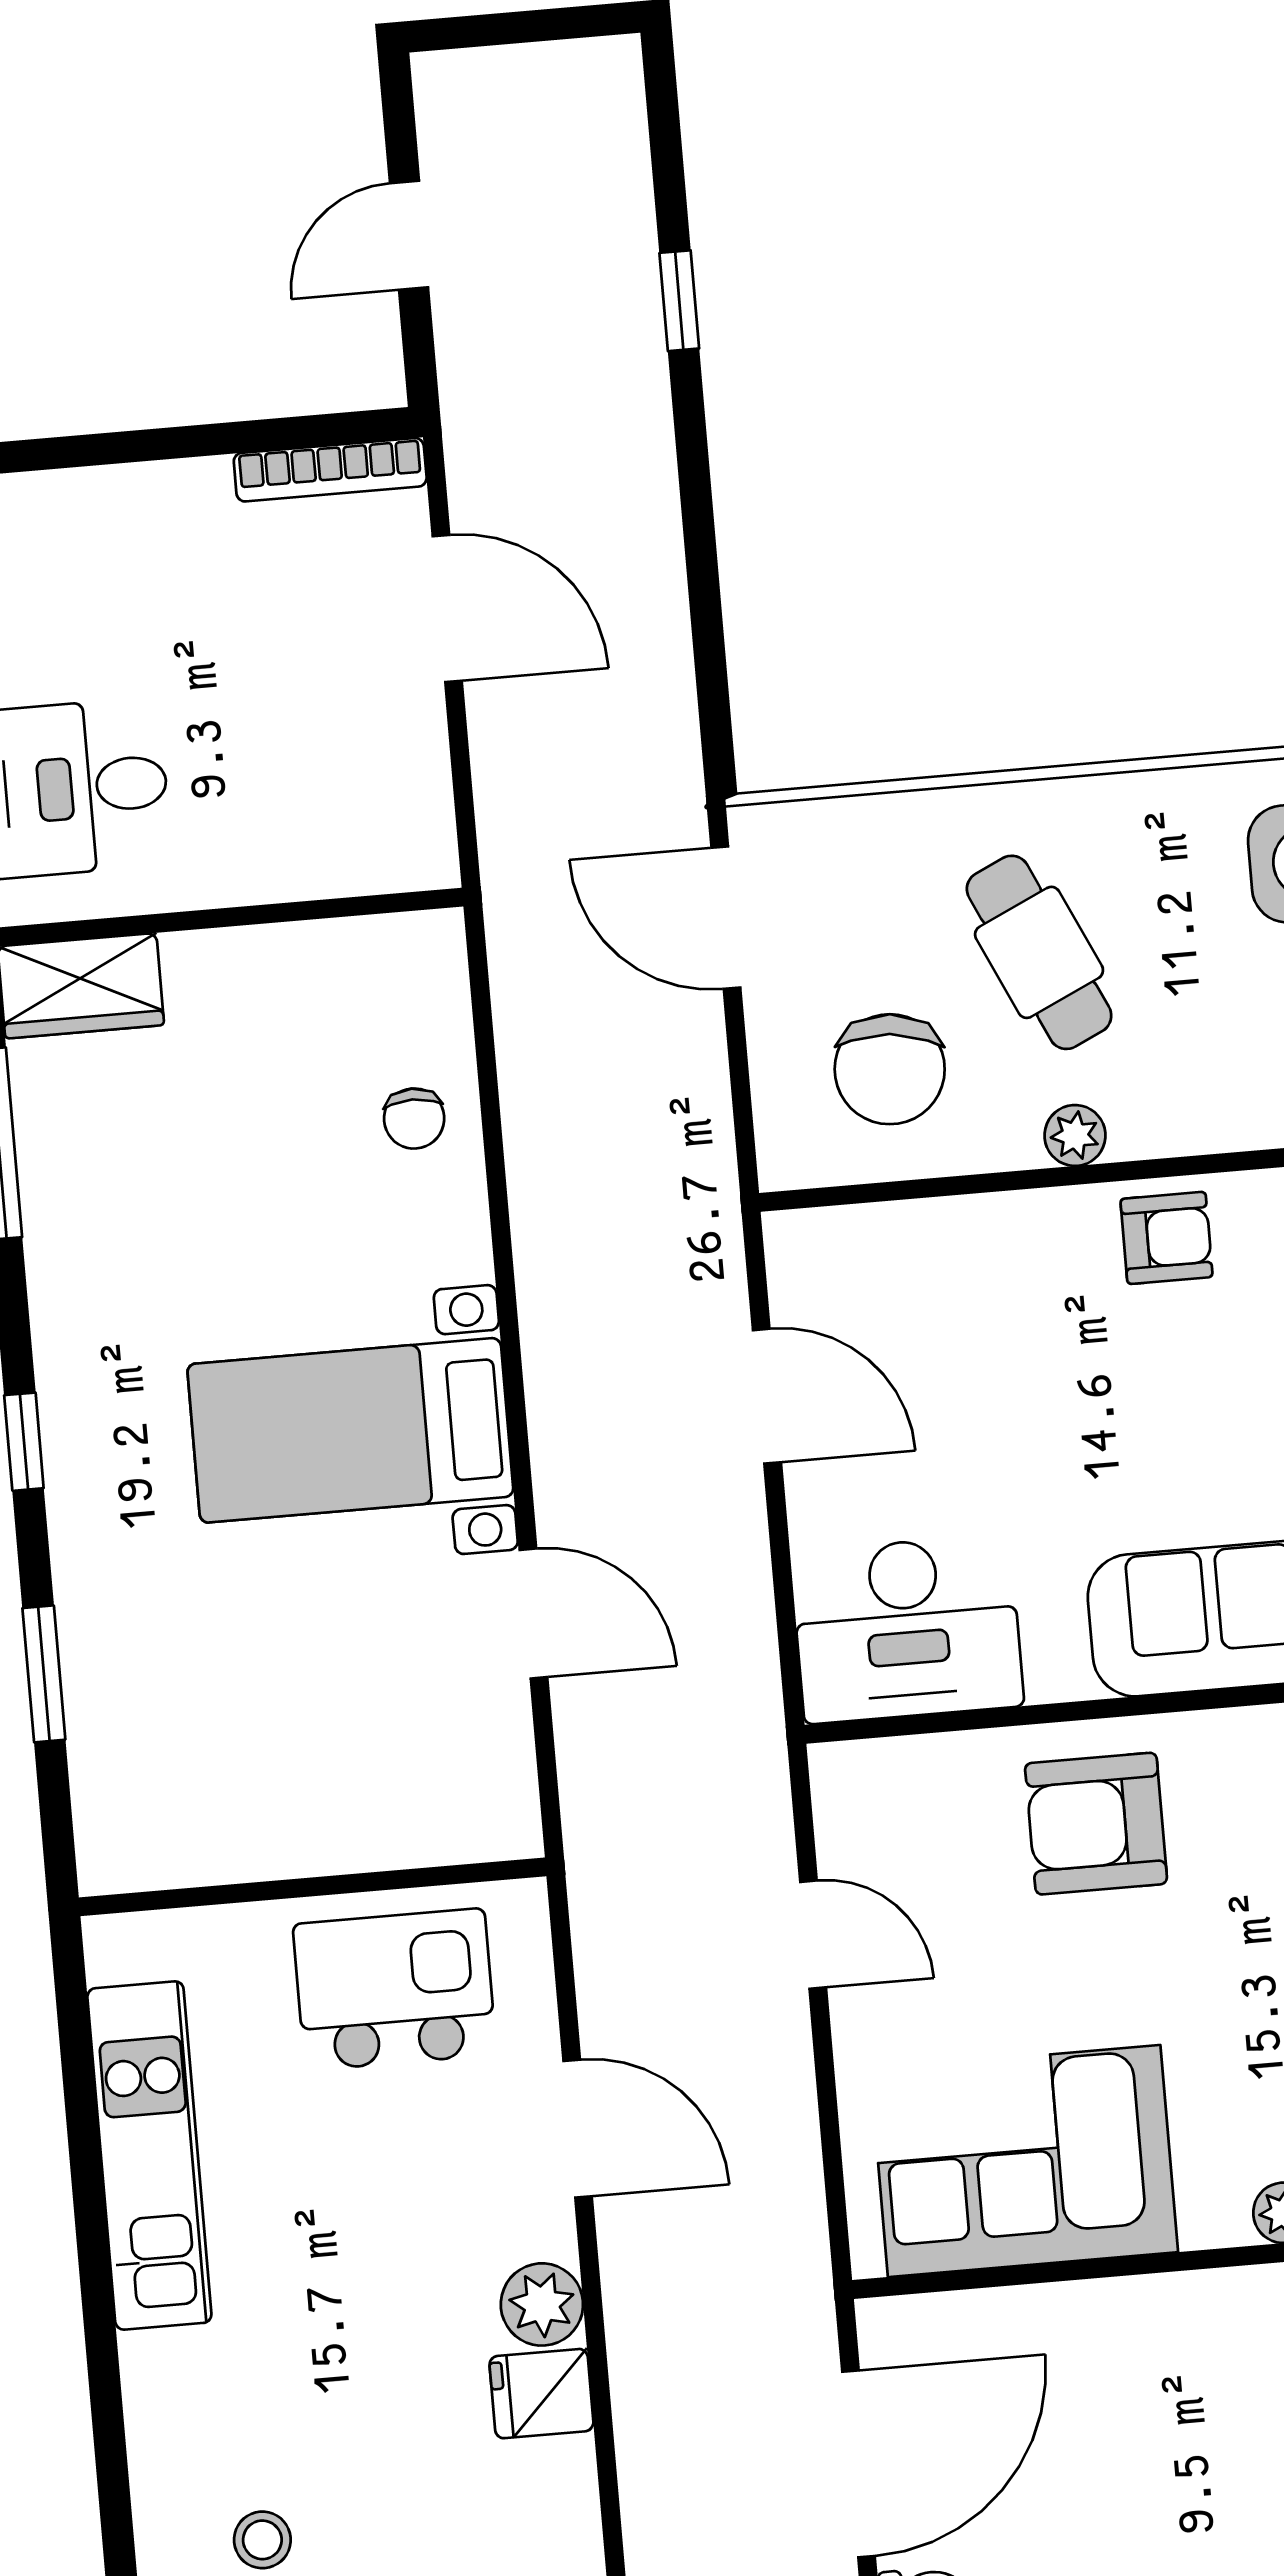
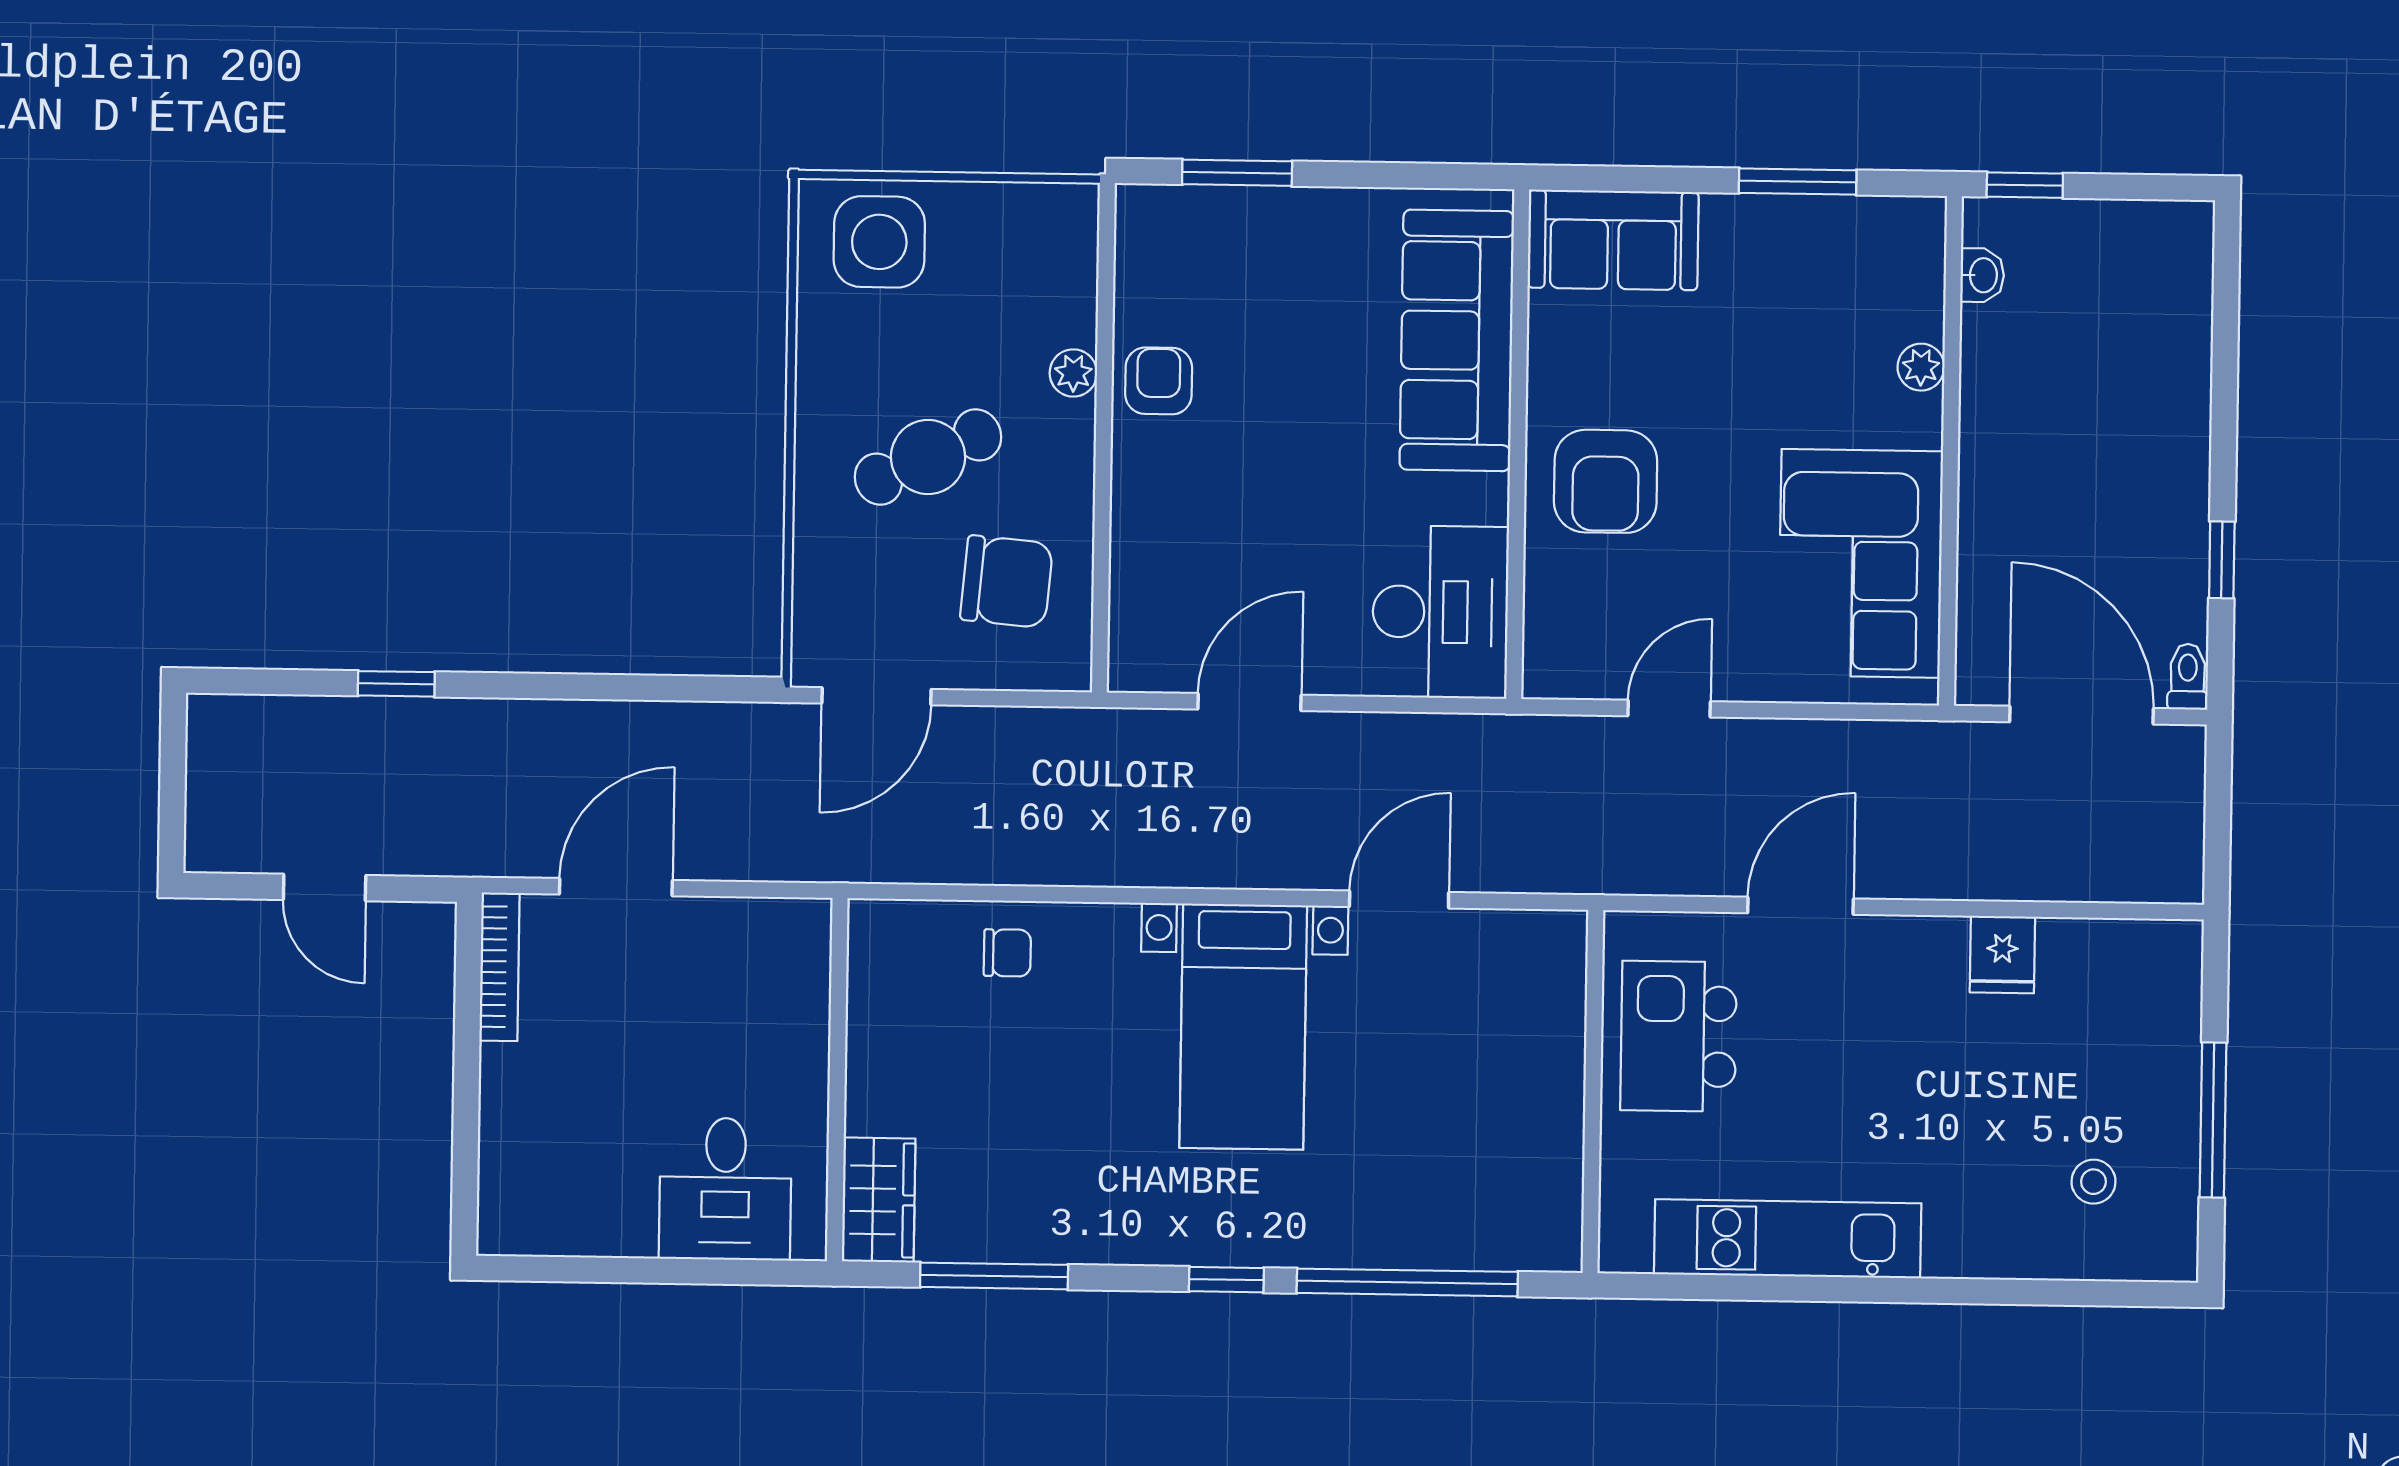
plant: (1075, 1135) -> (1073, 373), moved
window: (44, 1674) -> (1407, 1282), width x2.11
plant: (542, 2304) -> (1934, 947), removed

